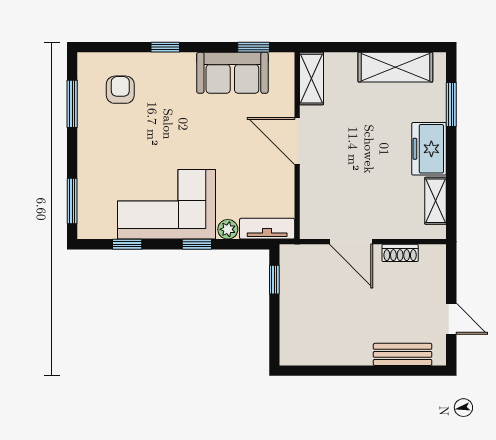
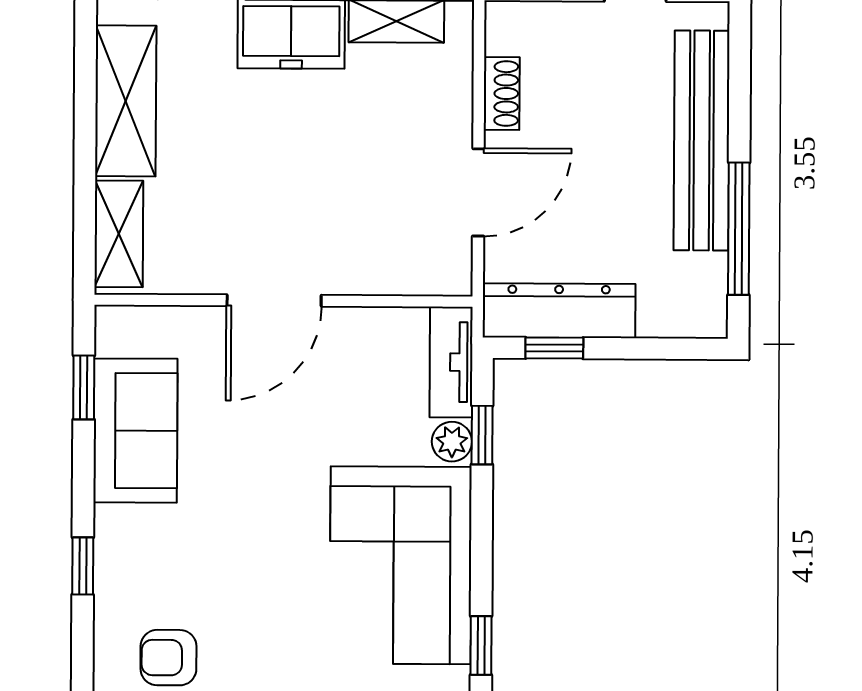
shelving: (311, 79) -> (119, 234), moved, turned 90
window: (197, 244) -> (482, 435), moved
dresser: (293, 282) -> (559, 311), added
bench: (403, 354) -> (702, 140), width x1.86, depth x1.21
window: (334, 371) -> (739, 229), added

